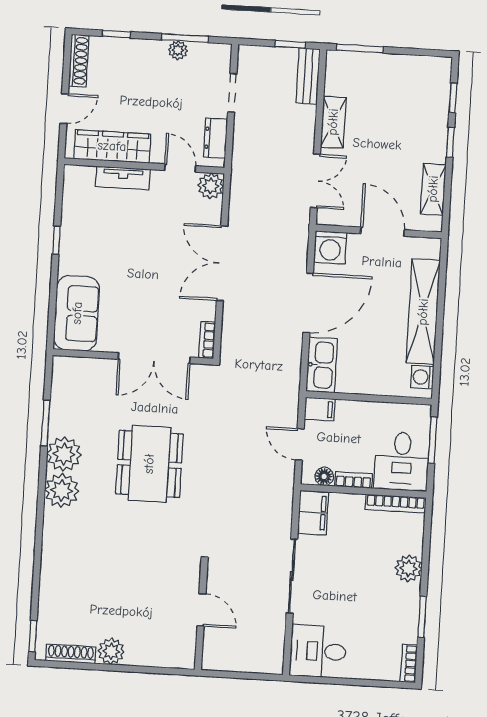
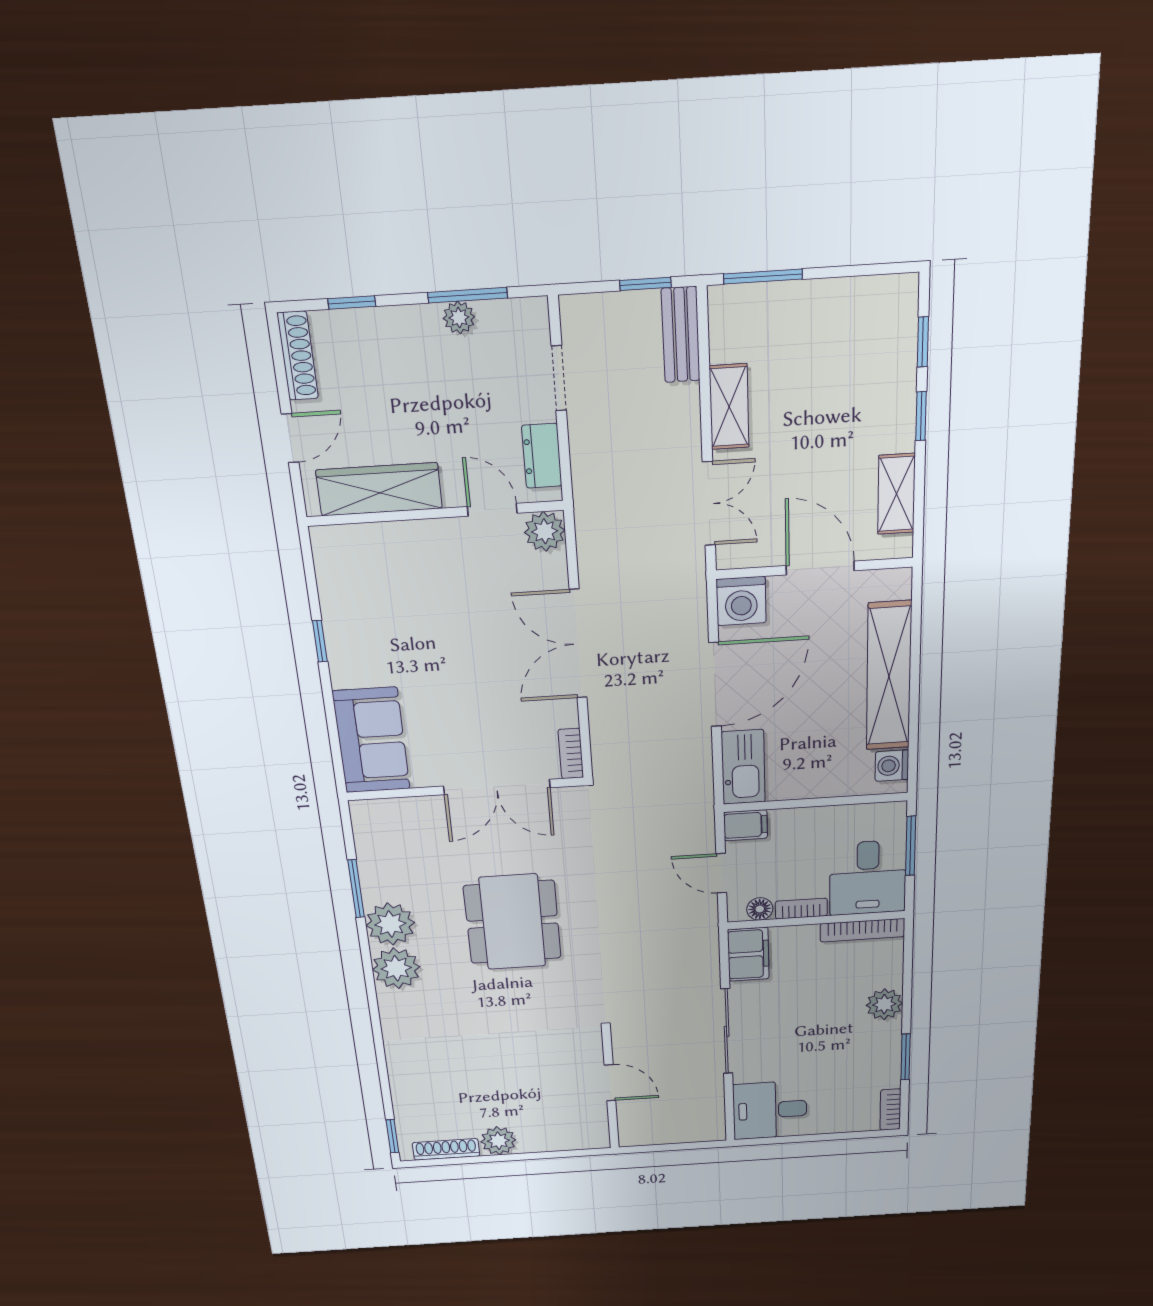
tv unit: (123, 178) -> (405, 536), removed

